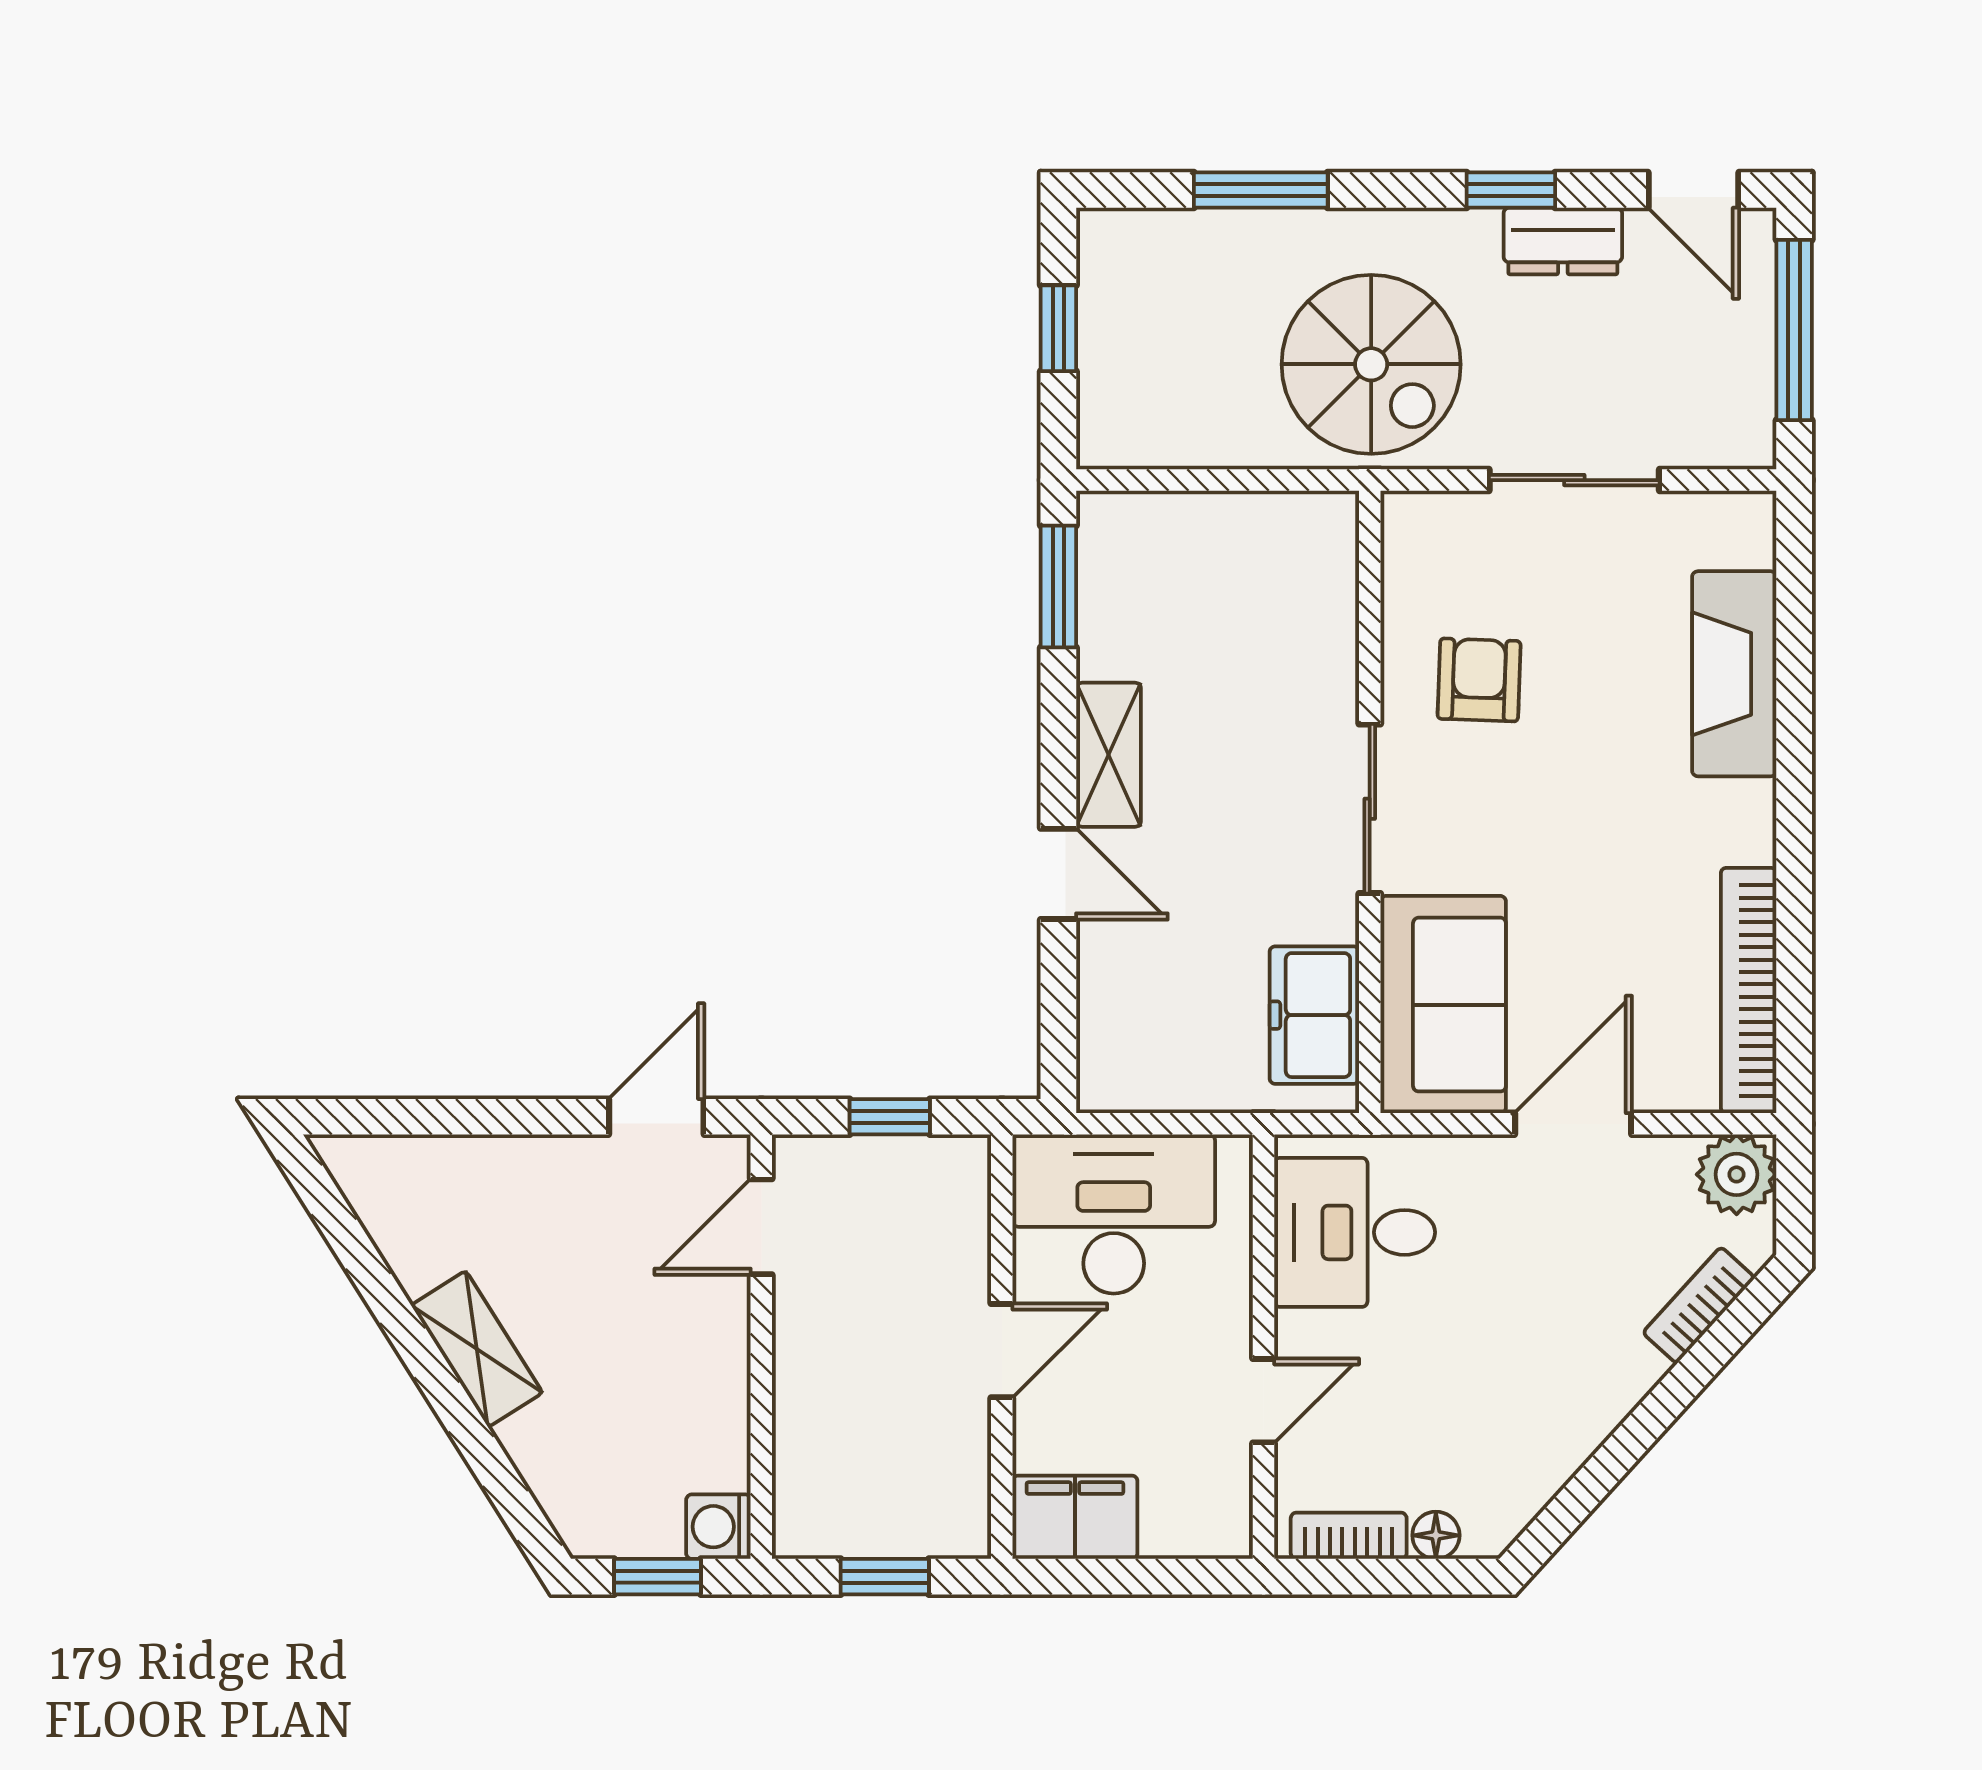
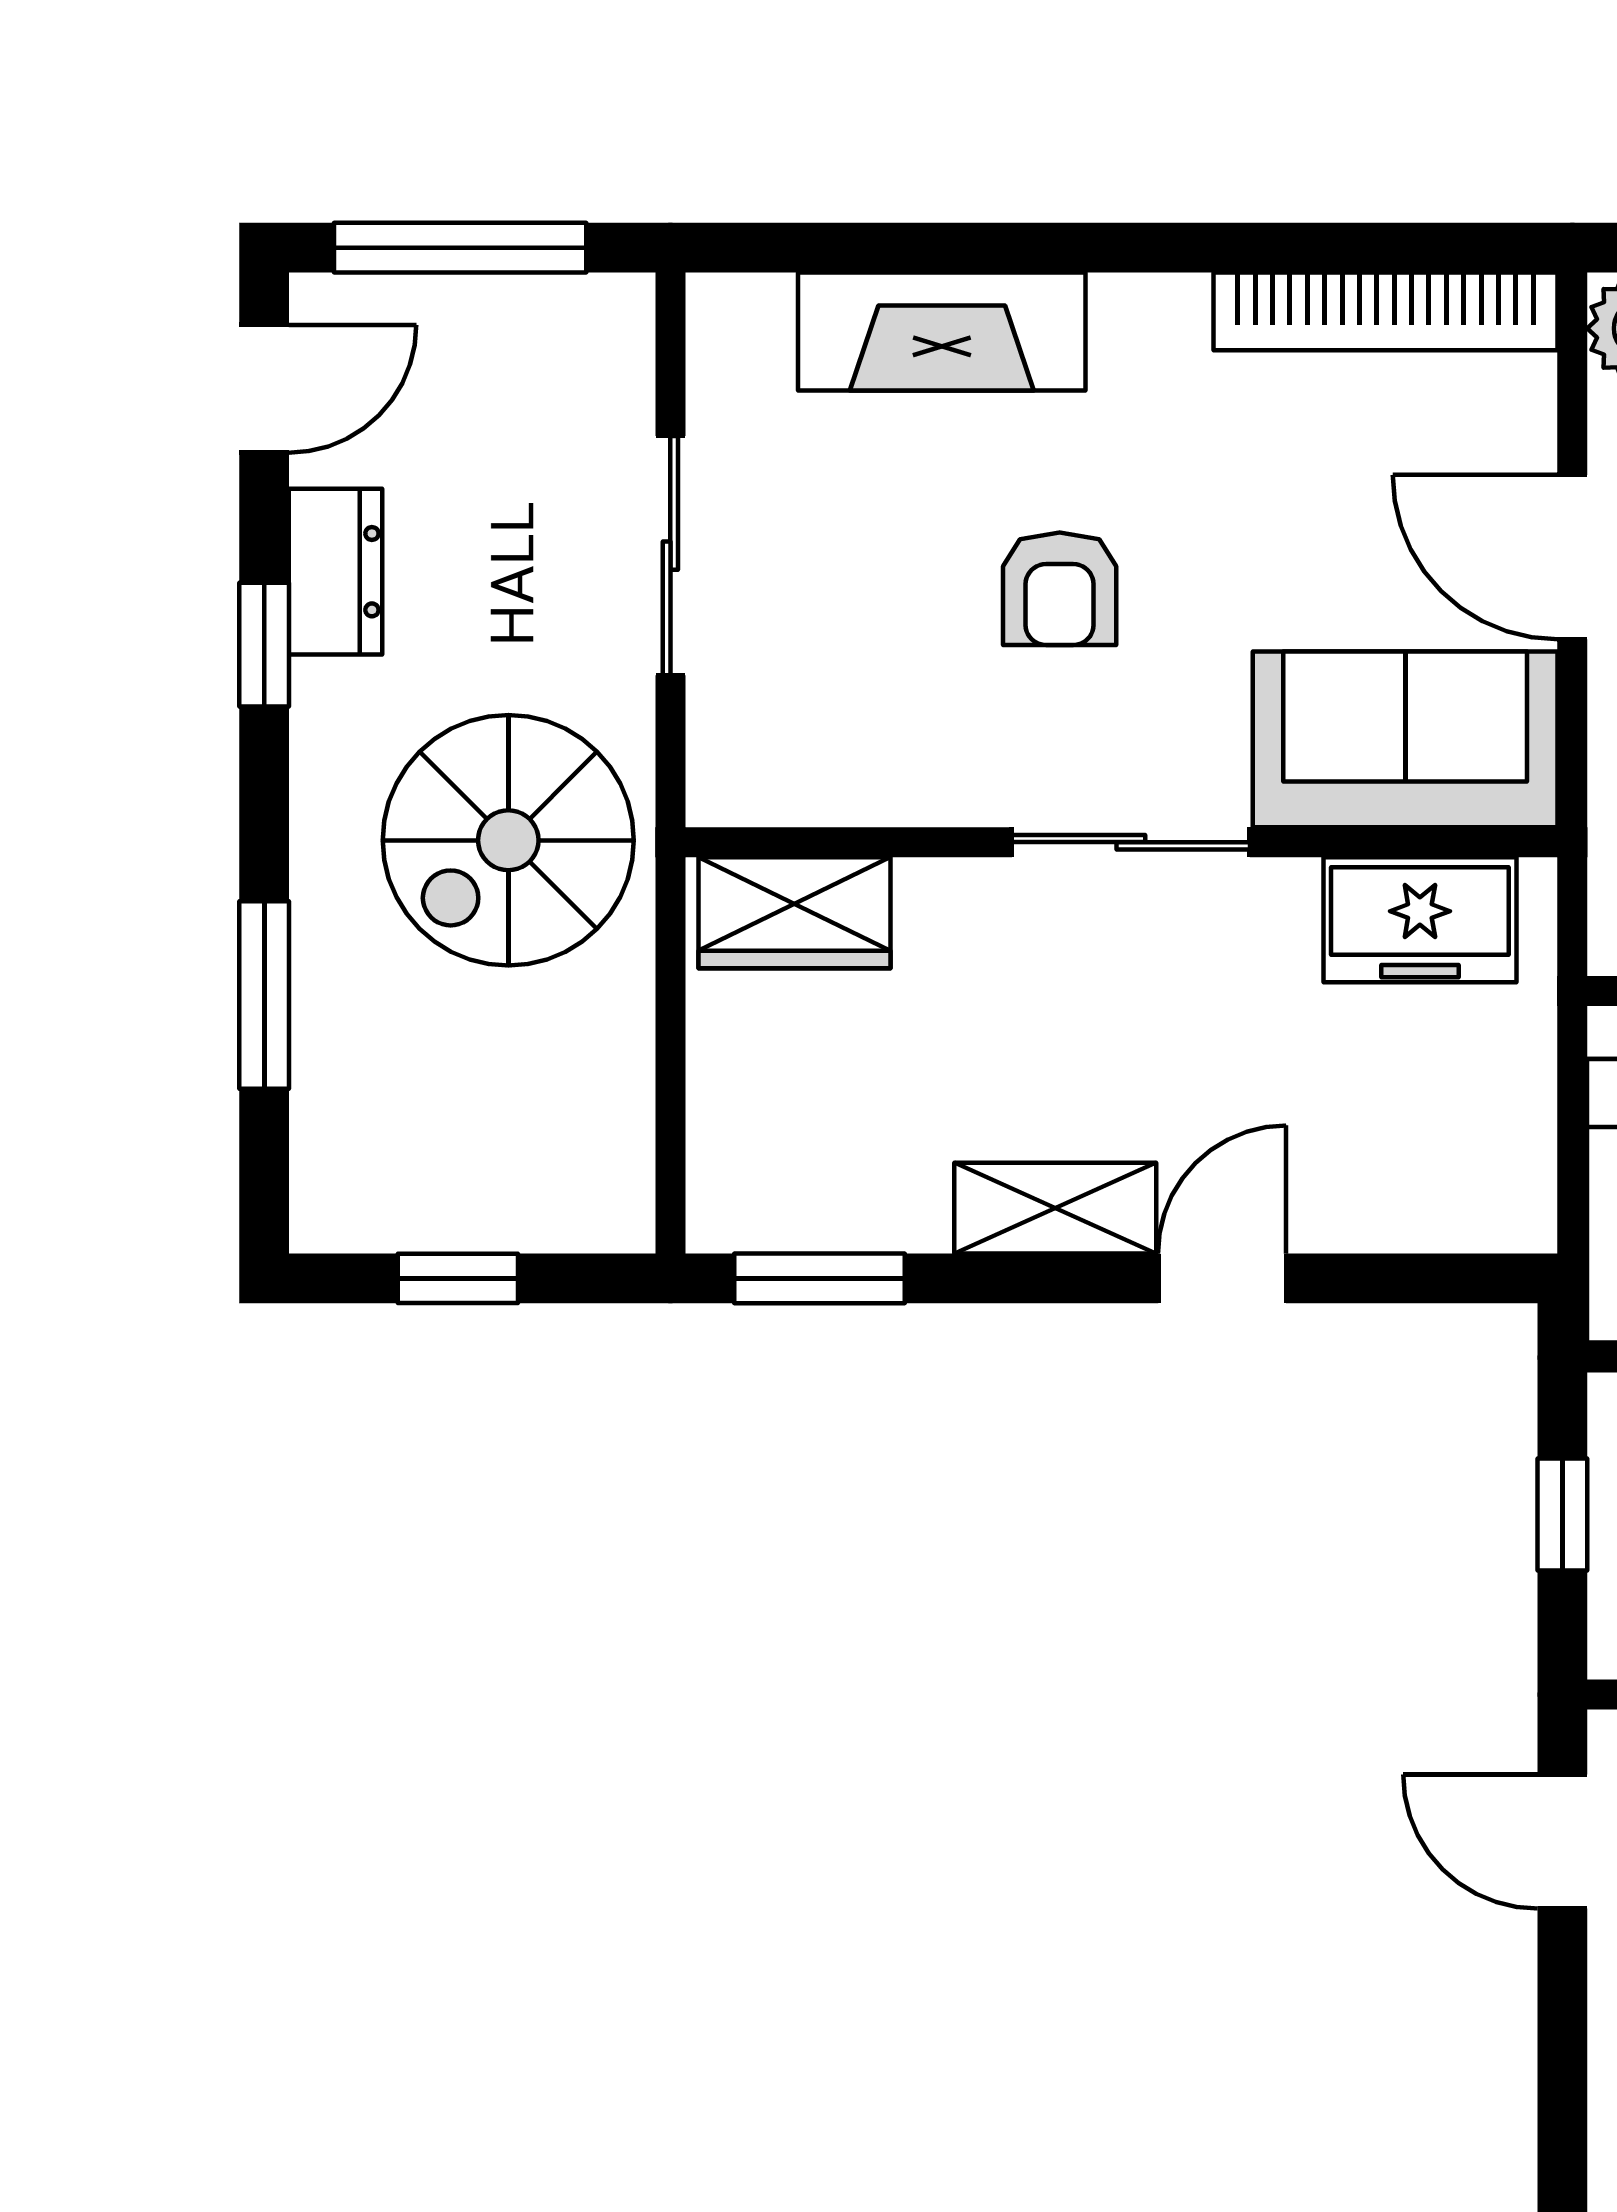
spiral stairs: (1371, 364) -> (508, 840), turned 180
wardrobe: (1319, 569) -> (795, 913), added
armchair: (1479, 680) -> (1060, 589), moved, turned -92

